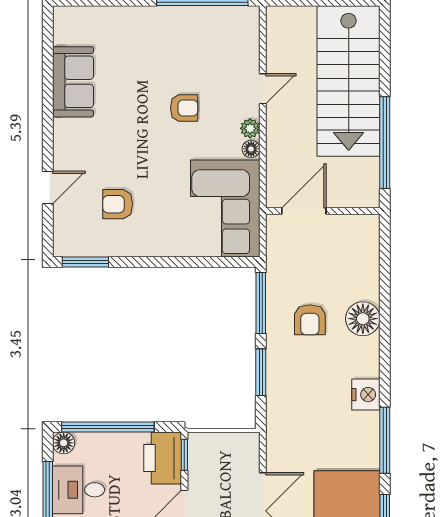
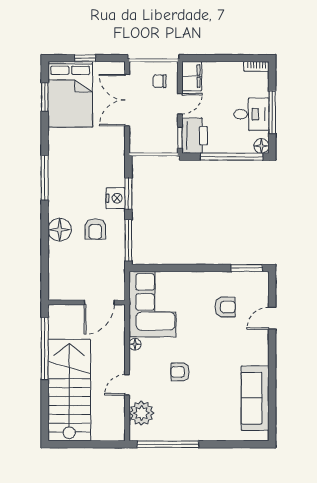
sofa: (73, 82) -> (255, 398), width x1.36
plant: (250, 128) -> (141, 413), moved, width x1.88, depth x1.88
armchair: (310, 320) -> (95, 229), turned 180
nightstand: (366, 395) -> (116, 198), moved, turned 180
window: (385, 440) -> (45, 178), moved

